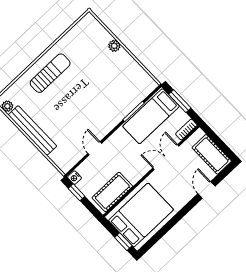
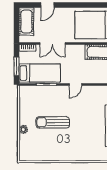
sun lounger: (50, 73) -> (53, 122), moved
door: (95, 148) -> (75, 84), moved

